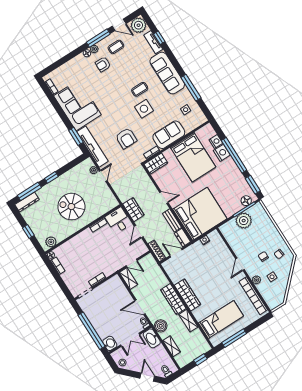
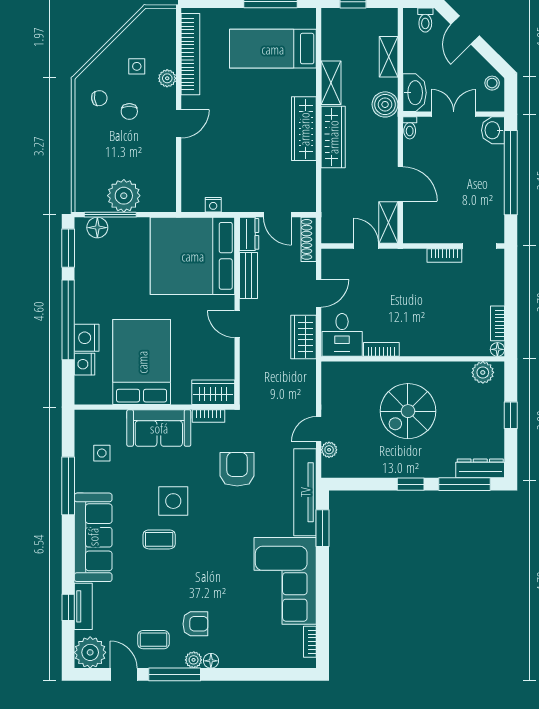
spiral stairs: (71, 207) -> (408, 411), turned 90
door: (140, 307) -> (400, 184), moved

